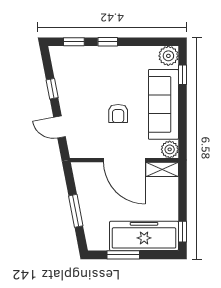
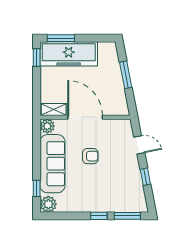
window: (74, 42) -> (127, 216), width x1.50
armchair: (118, 113) -> (90, 156), turned 90
window: (123, 255) -> (61, 38), moved

